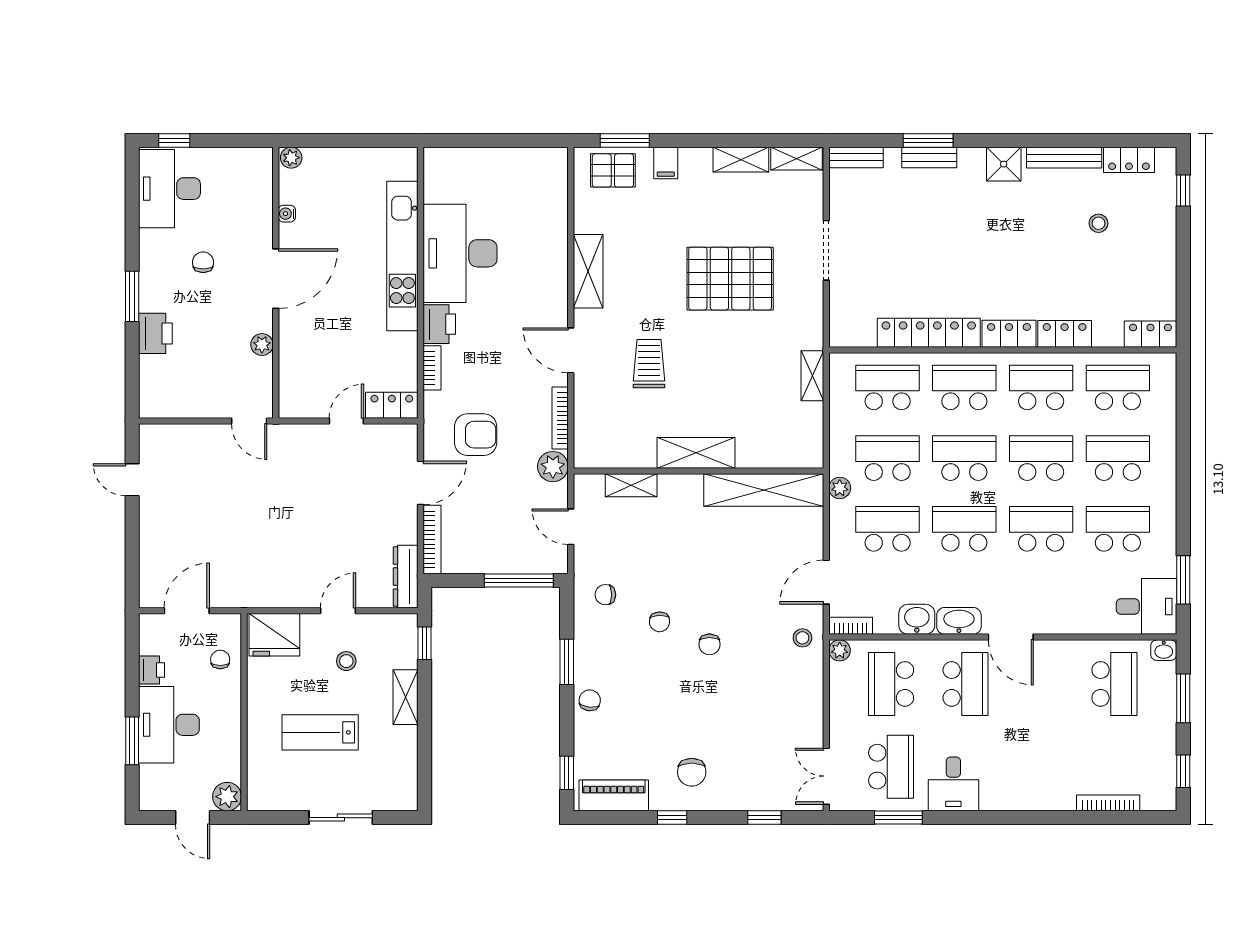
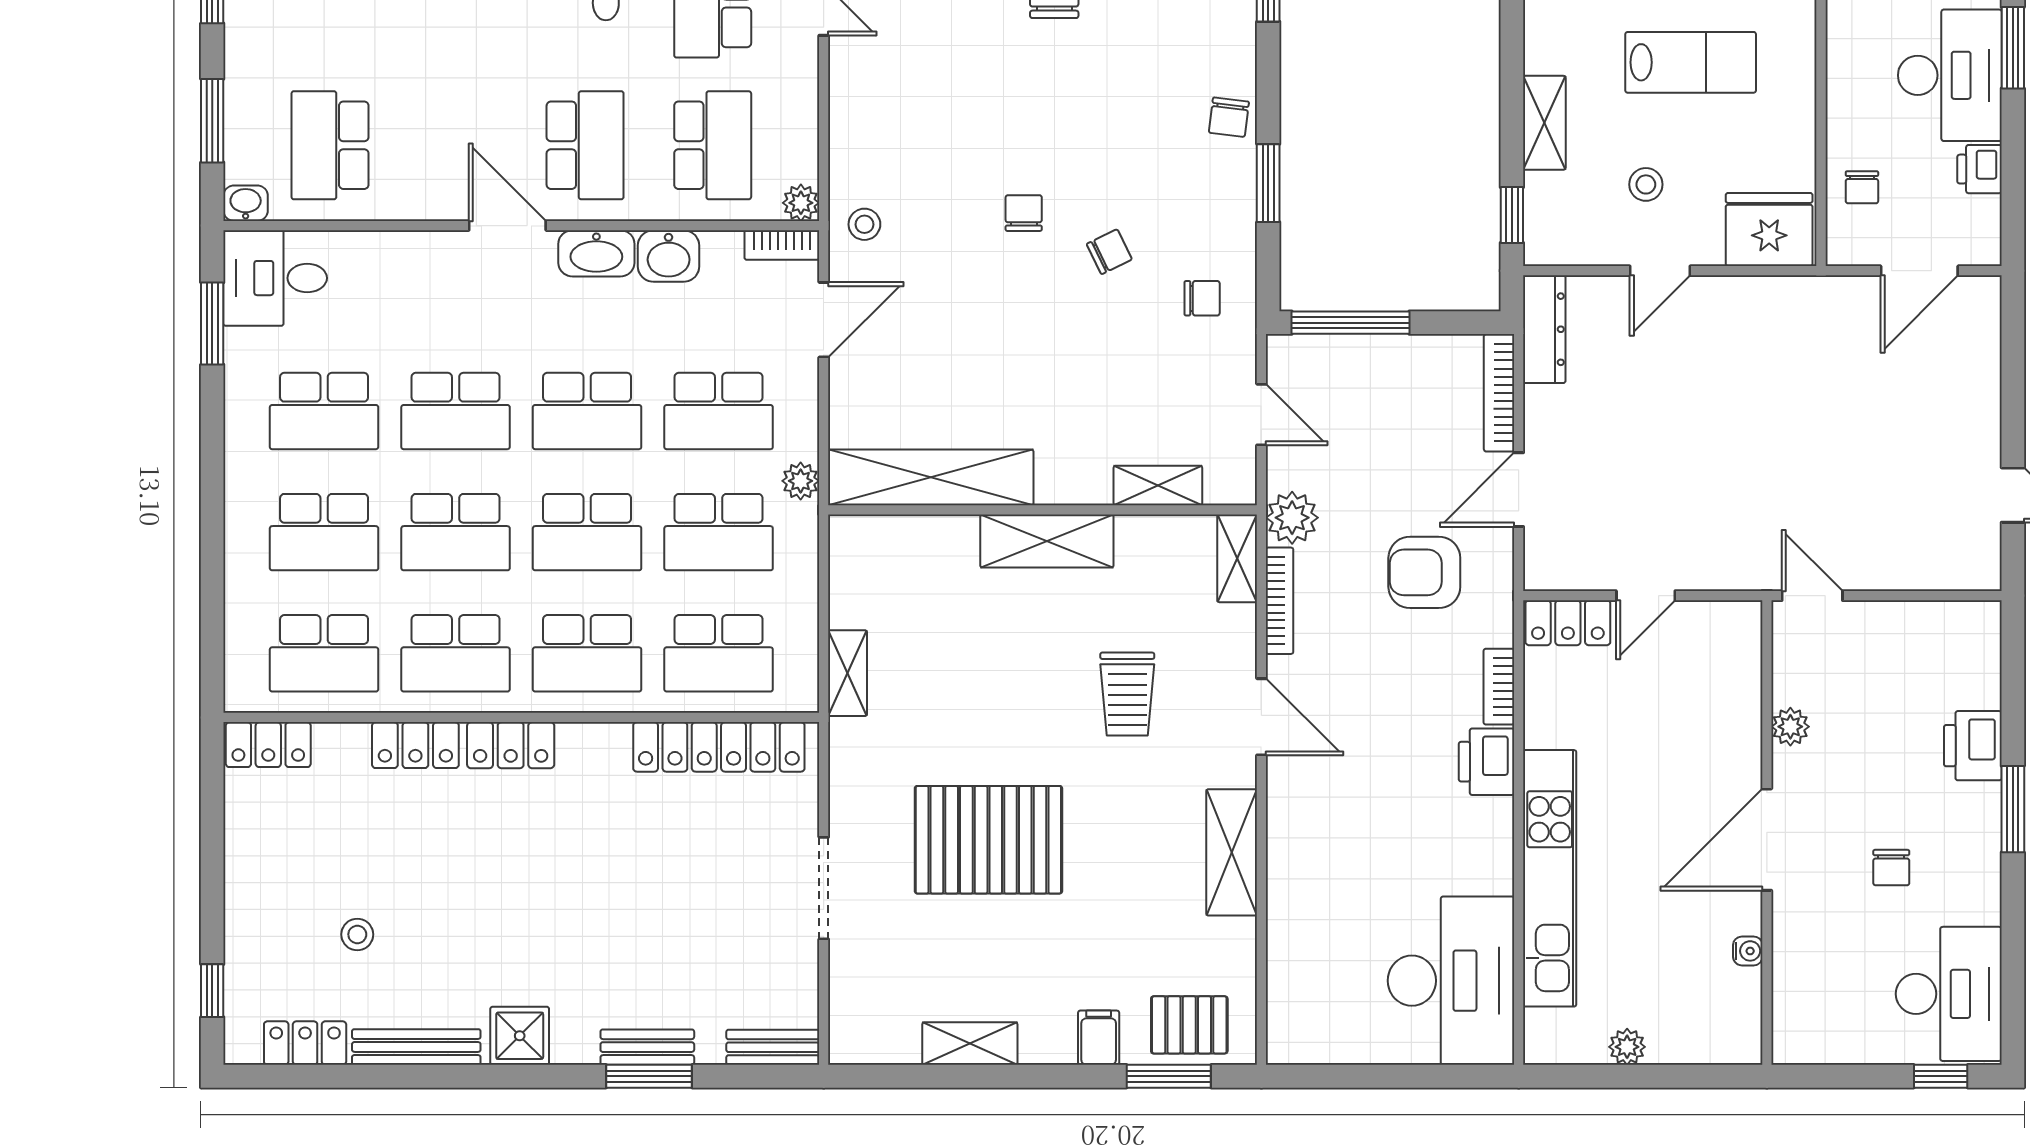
plant: (291, 158) -> (1627, 1047), moved
shelving: (796, 159) -> (1237, 558), moved, turned 90
desk: (460, 253) -> (1451, 981), moved
locker: (929, 333) -> (719, 747), moved
chair: (660, 622) -> (1109, 252), turned 67
school desk: (966, 684) -> (585, 145), turned 180

